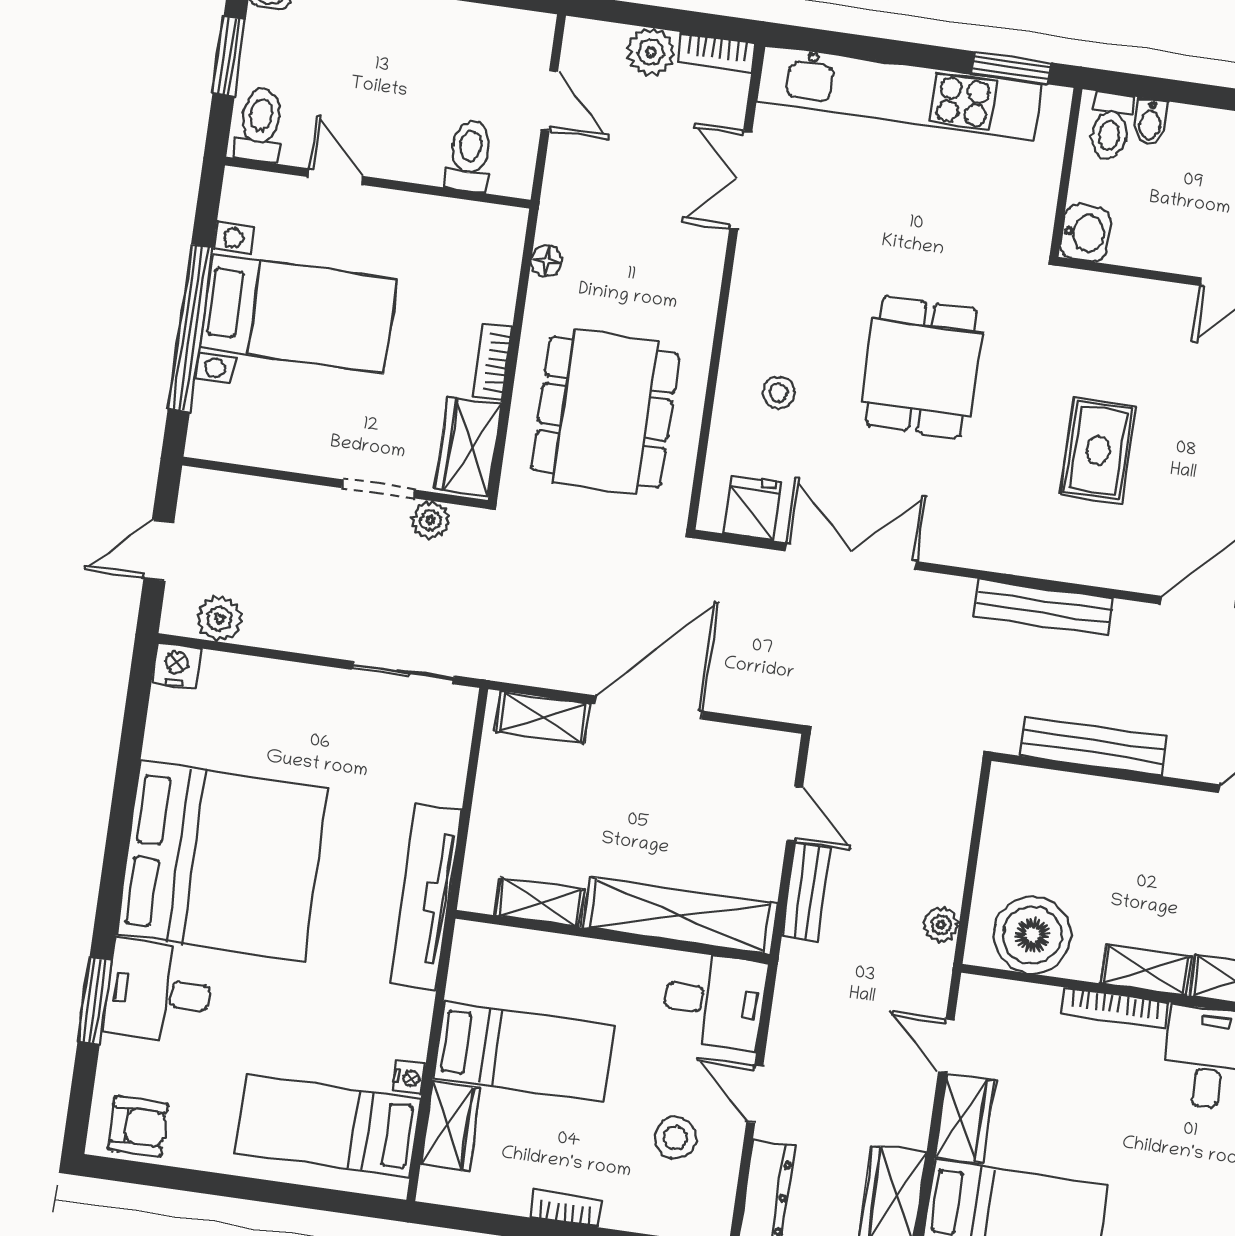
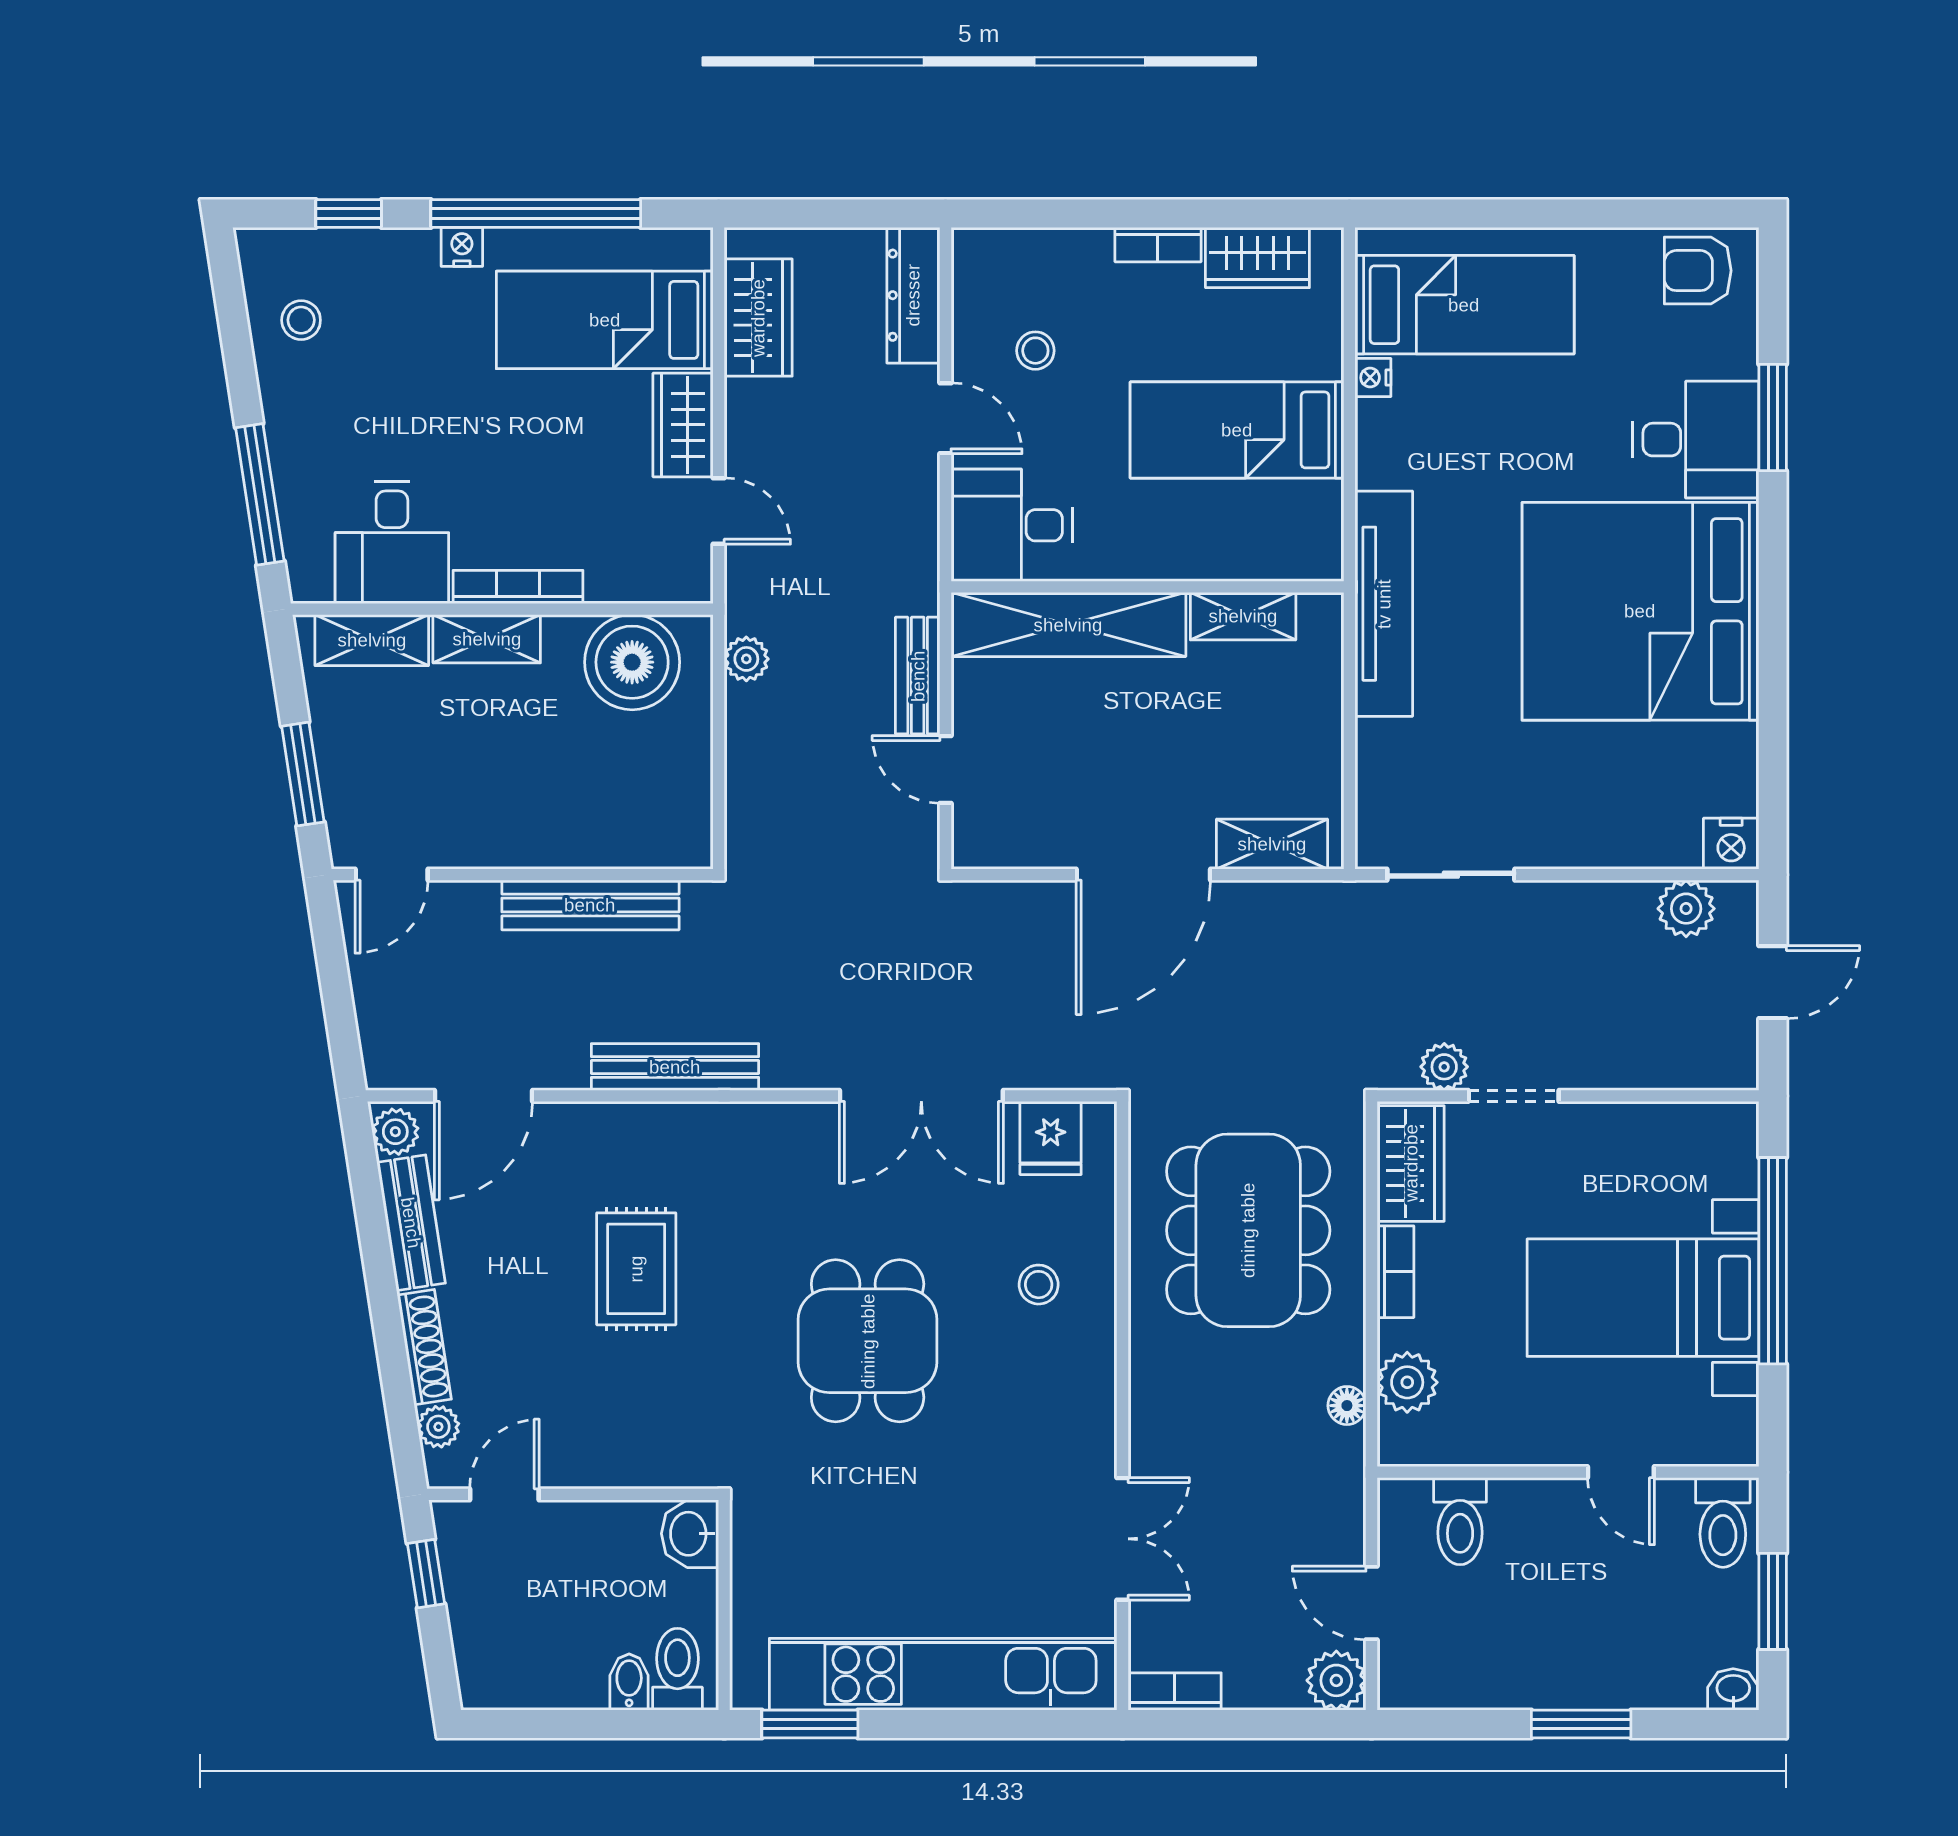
plant: (651, 52) -> (1336, 1680), moved
plant: (496, 273) -> (1407, 1382), added
wardrobe: (450, 1126) -> (1257, 257), moved, turned -90
stool: (675, 1138) -> (1035, 351), width x0.73, depth x0.73

